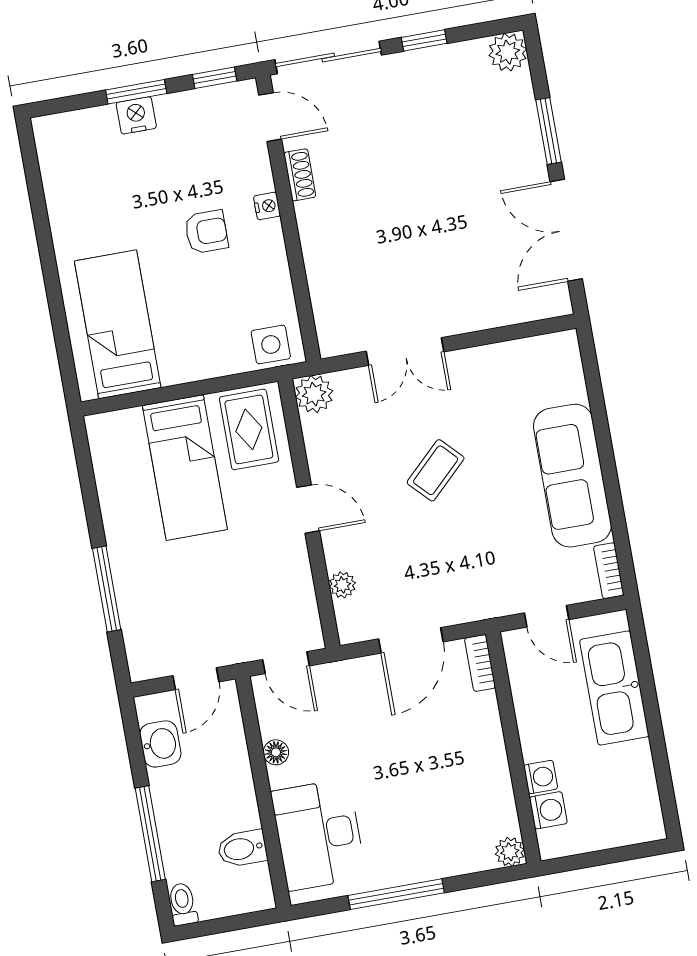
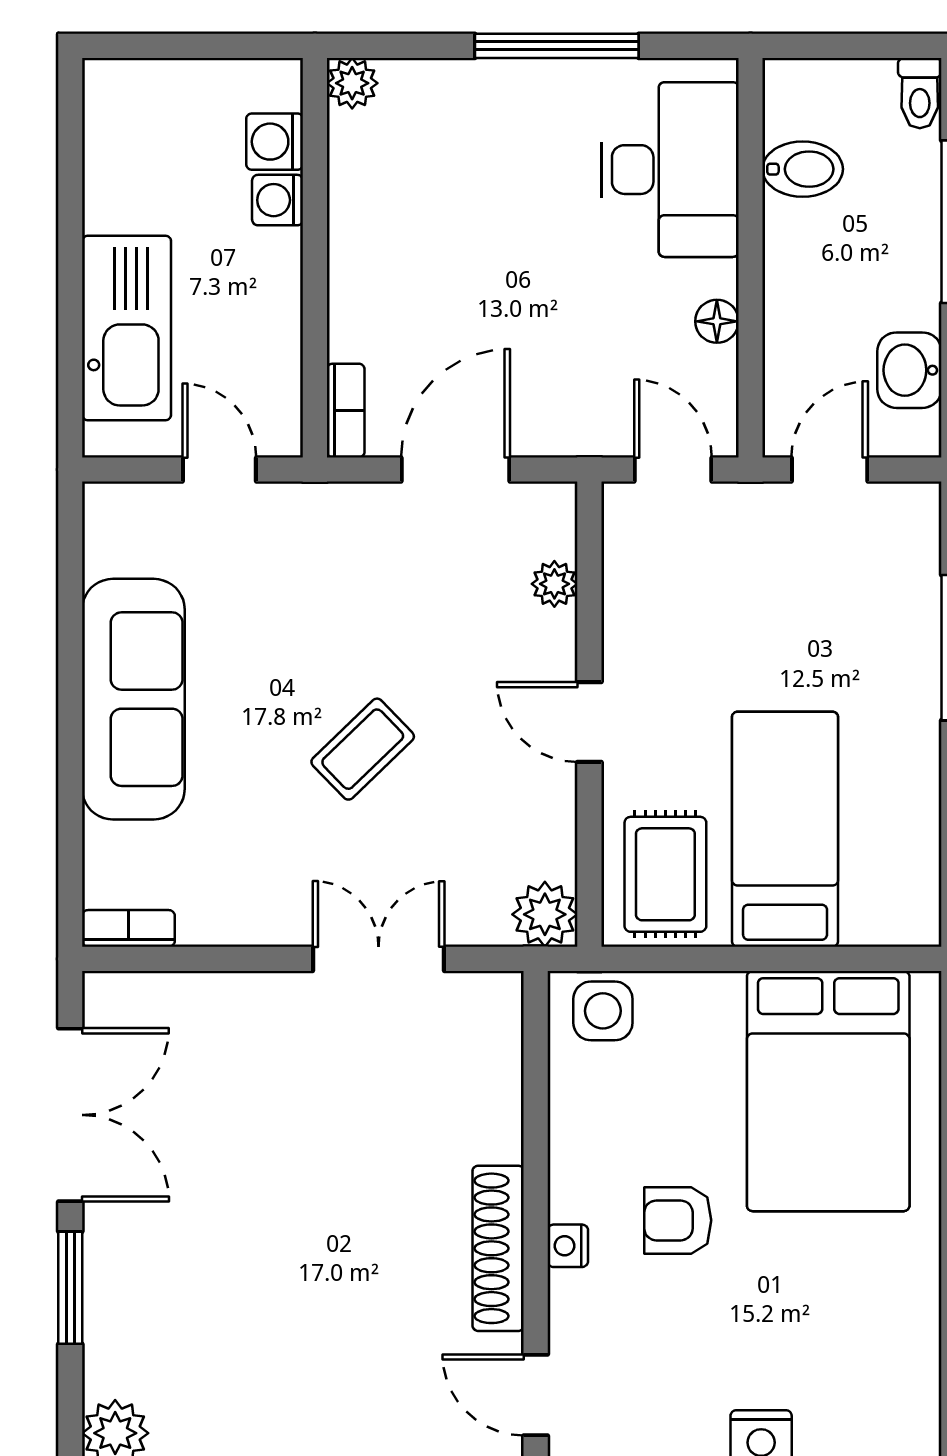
shoe rack: (300, 175) -> (498, 1248), width x1.94, depth x1.24
bed: (118, 324) -> (828, 1091), width x1.50
bookcase: (609, 571) -> (128, 928), moved, turned -90

